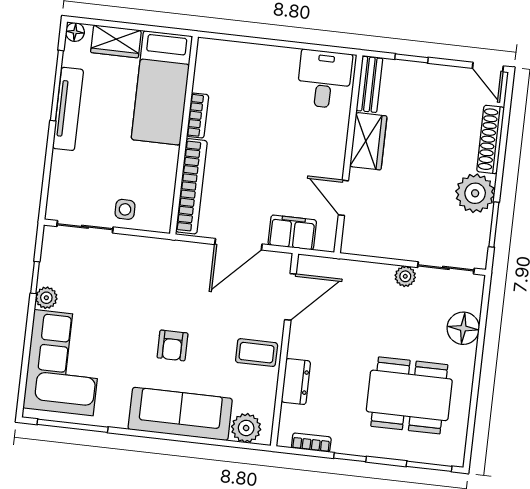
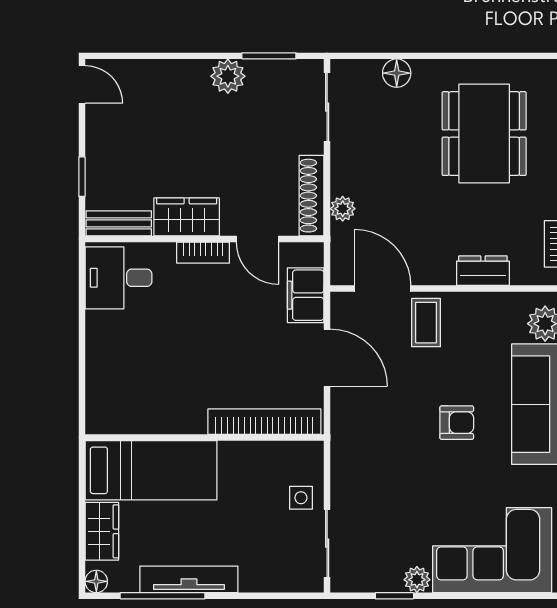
door: (488, 67) -> (82, 84), hinge flipped
bookcase: (198, 116) -> (203, 253), moved, turned 180
shoe rack: (491, 139) -> (312, 196), moved, turned 90
plant: (475, 193) -> (228, 76), width x0.73, depth x0.73
door: (343, 198) -> (258, 239), hinge flipped
plant: (405, 276) -> (343, 209), moved
floor lamp: (463, 328) -> (397, 73), width x0.73, depth x0.73
coffee table: (257, 353) -> (426, 323), moved

